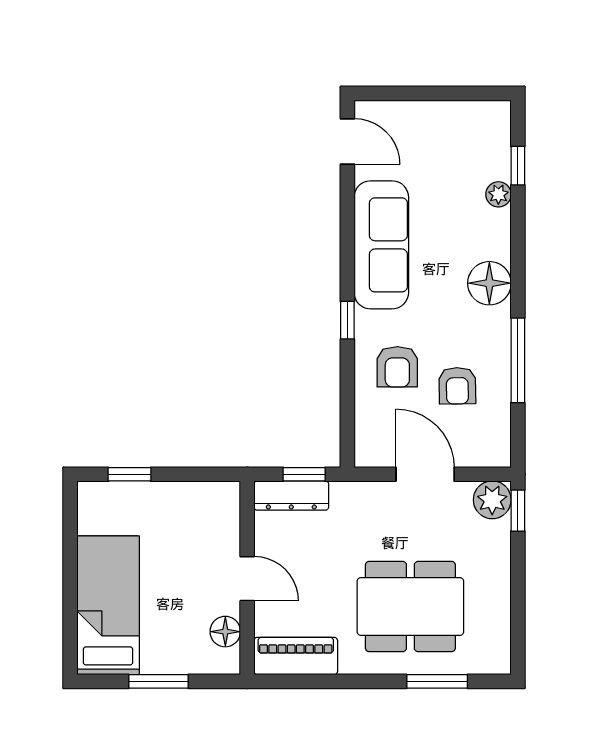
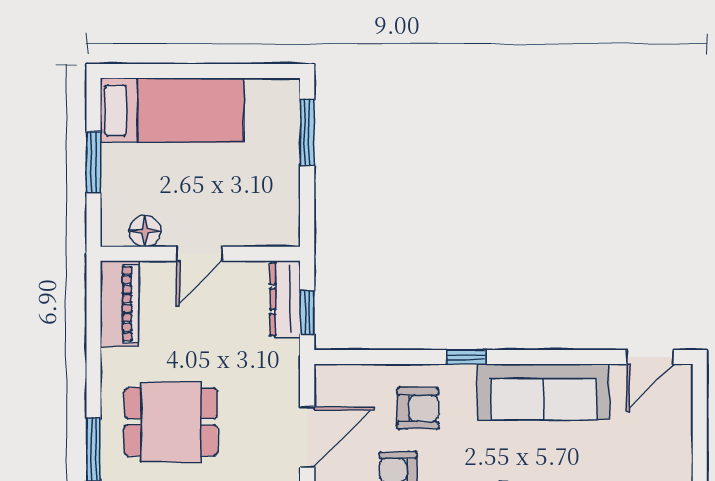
armchair: (397, 367) -> (418, 408), turned 180
window: (130, 474) -> (307, 132), width x1.50
dining table: (410, 607) -> (171, 422), width x0.73

